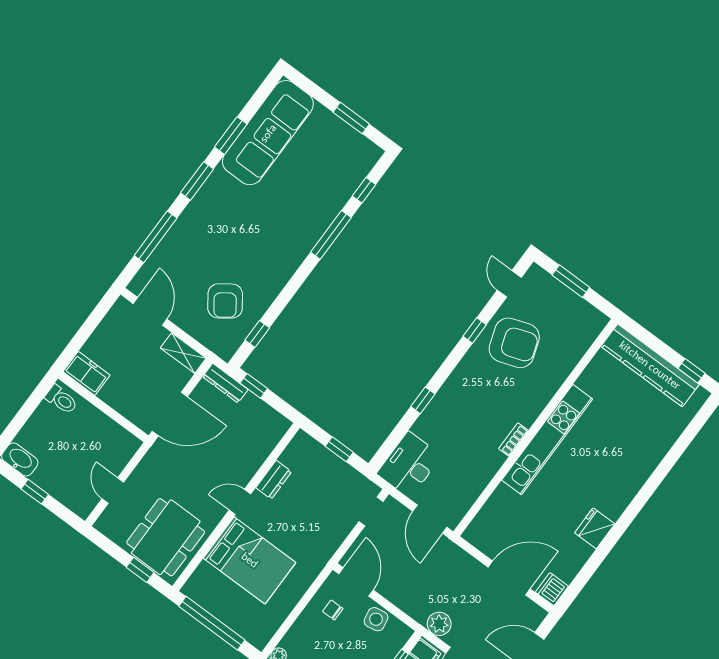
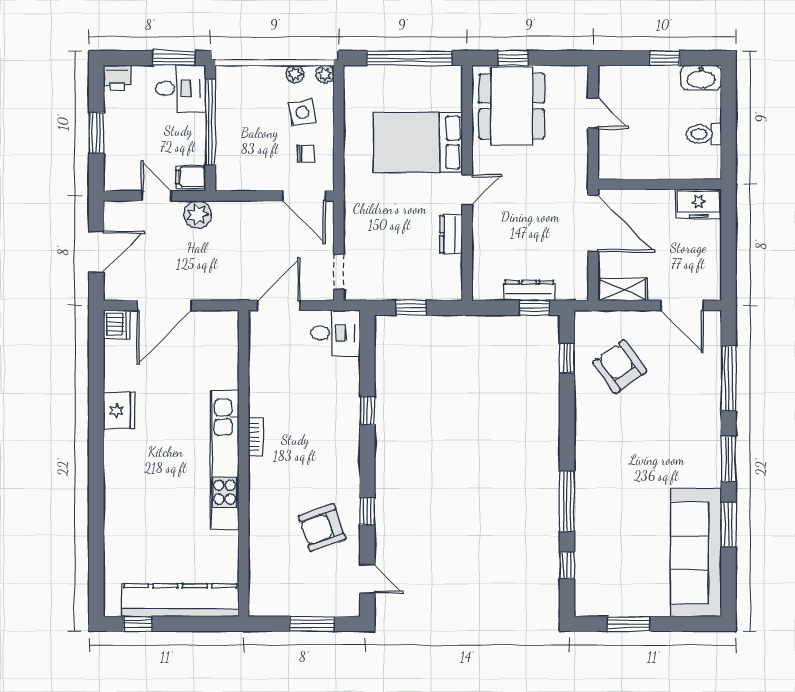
armchair: (514, 343) -> (322, 527), width x0.73, depth x0.73
dresser: (225, 383) -> (529, 291), moved
toilet: (61, 400) -> (704, 134), moved
door: (170, 414) -> (593, 224), swing flipped
desk: (409, 465) -> (335, 333), width x0.73
door: (430, 519) -> (279, 305), hinge flipped
side table: (376, 619) -> (302, 112), moved

